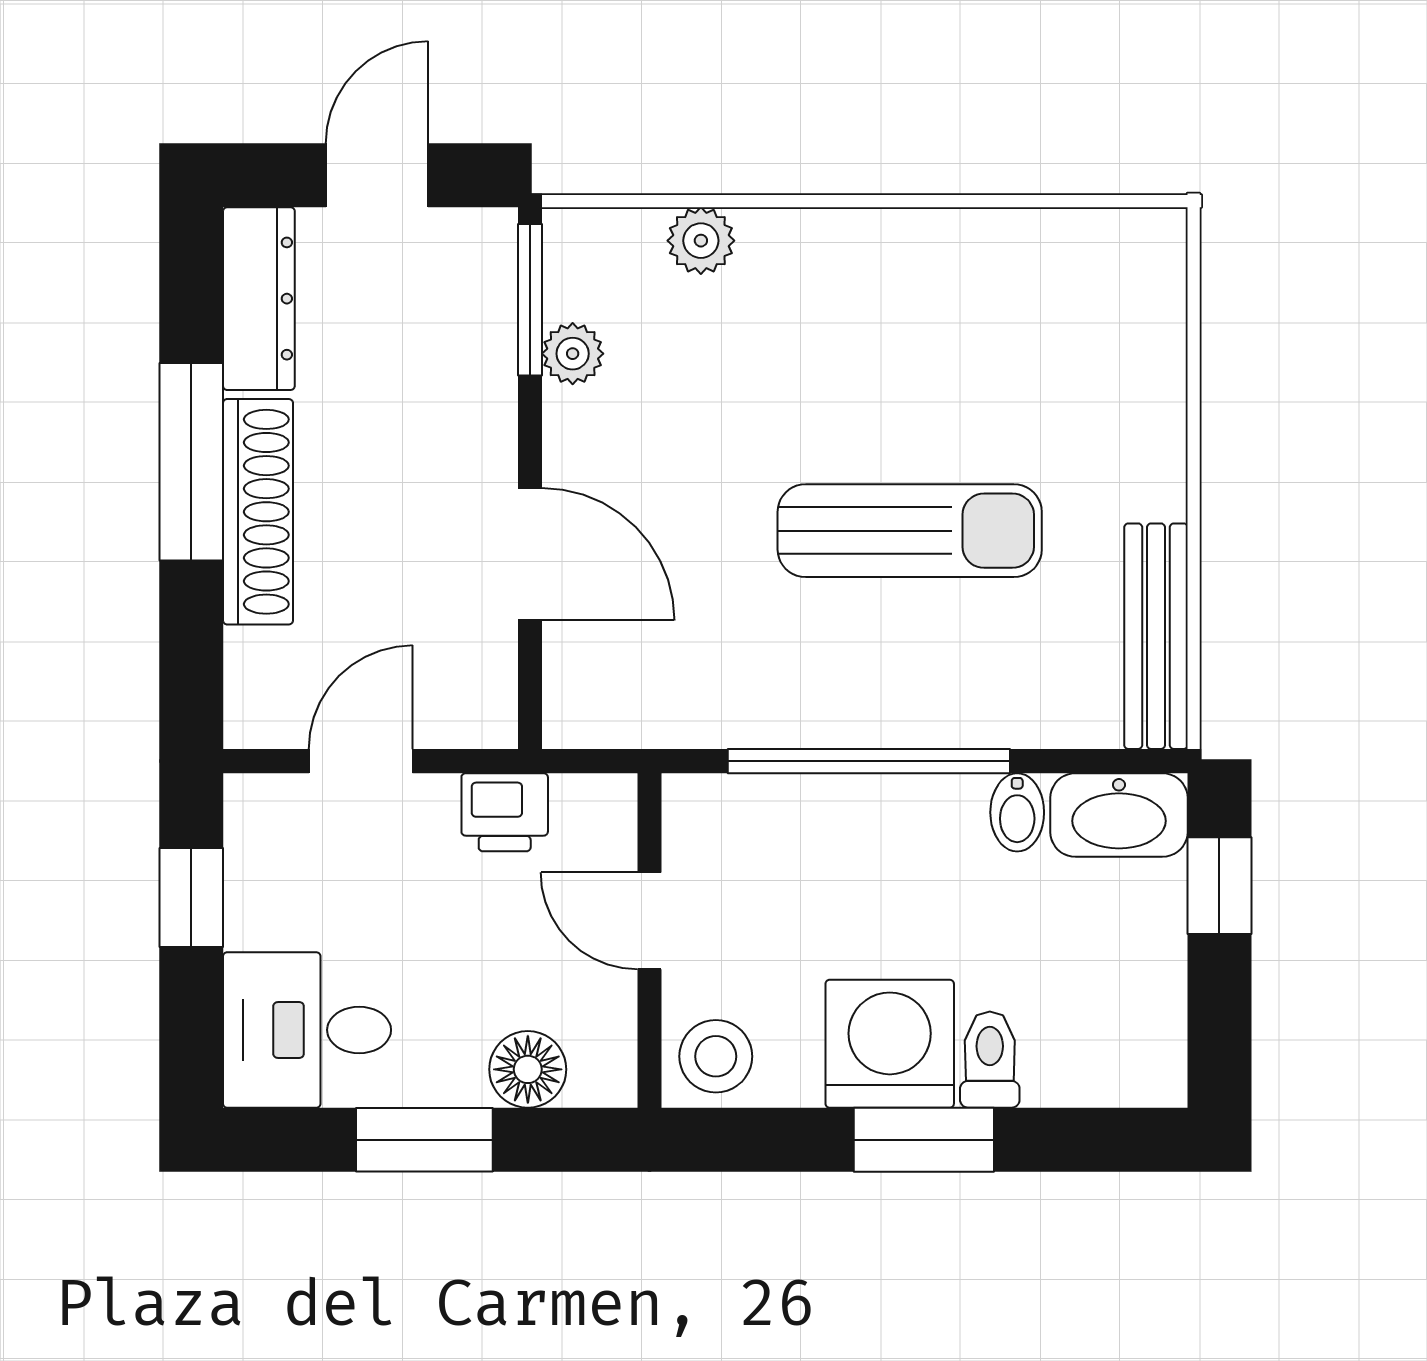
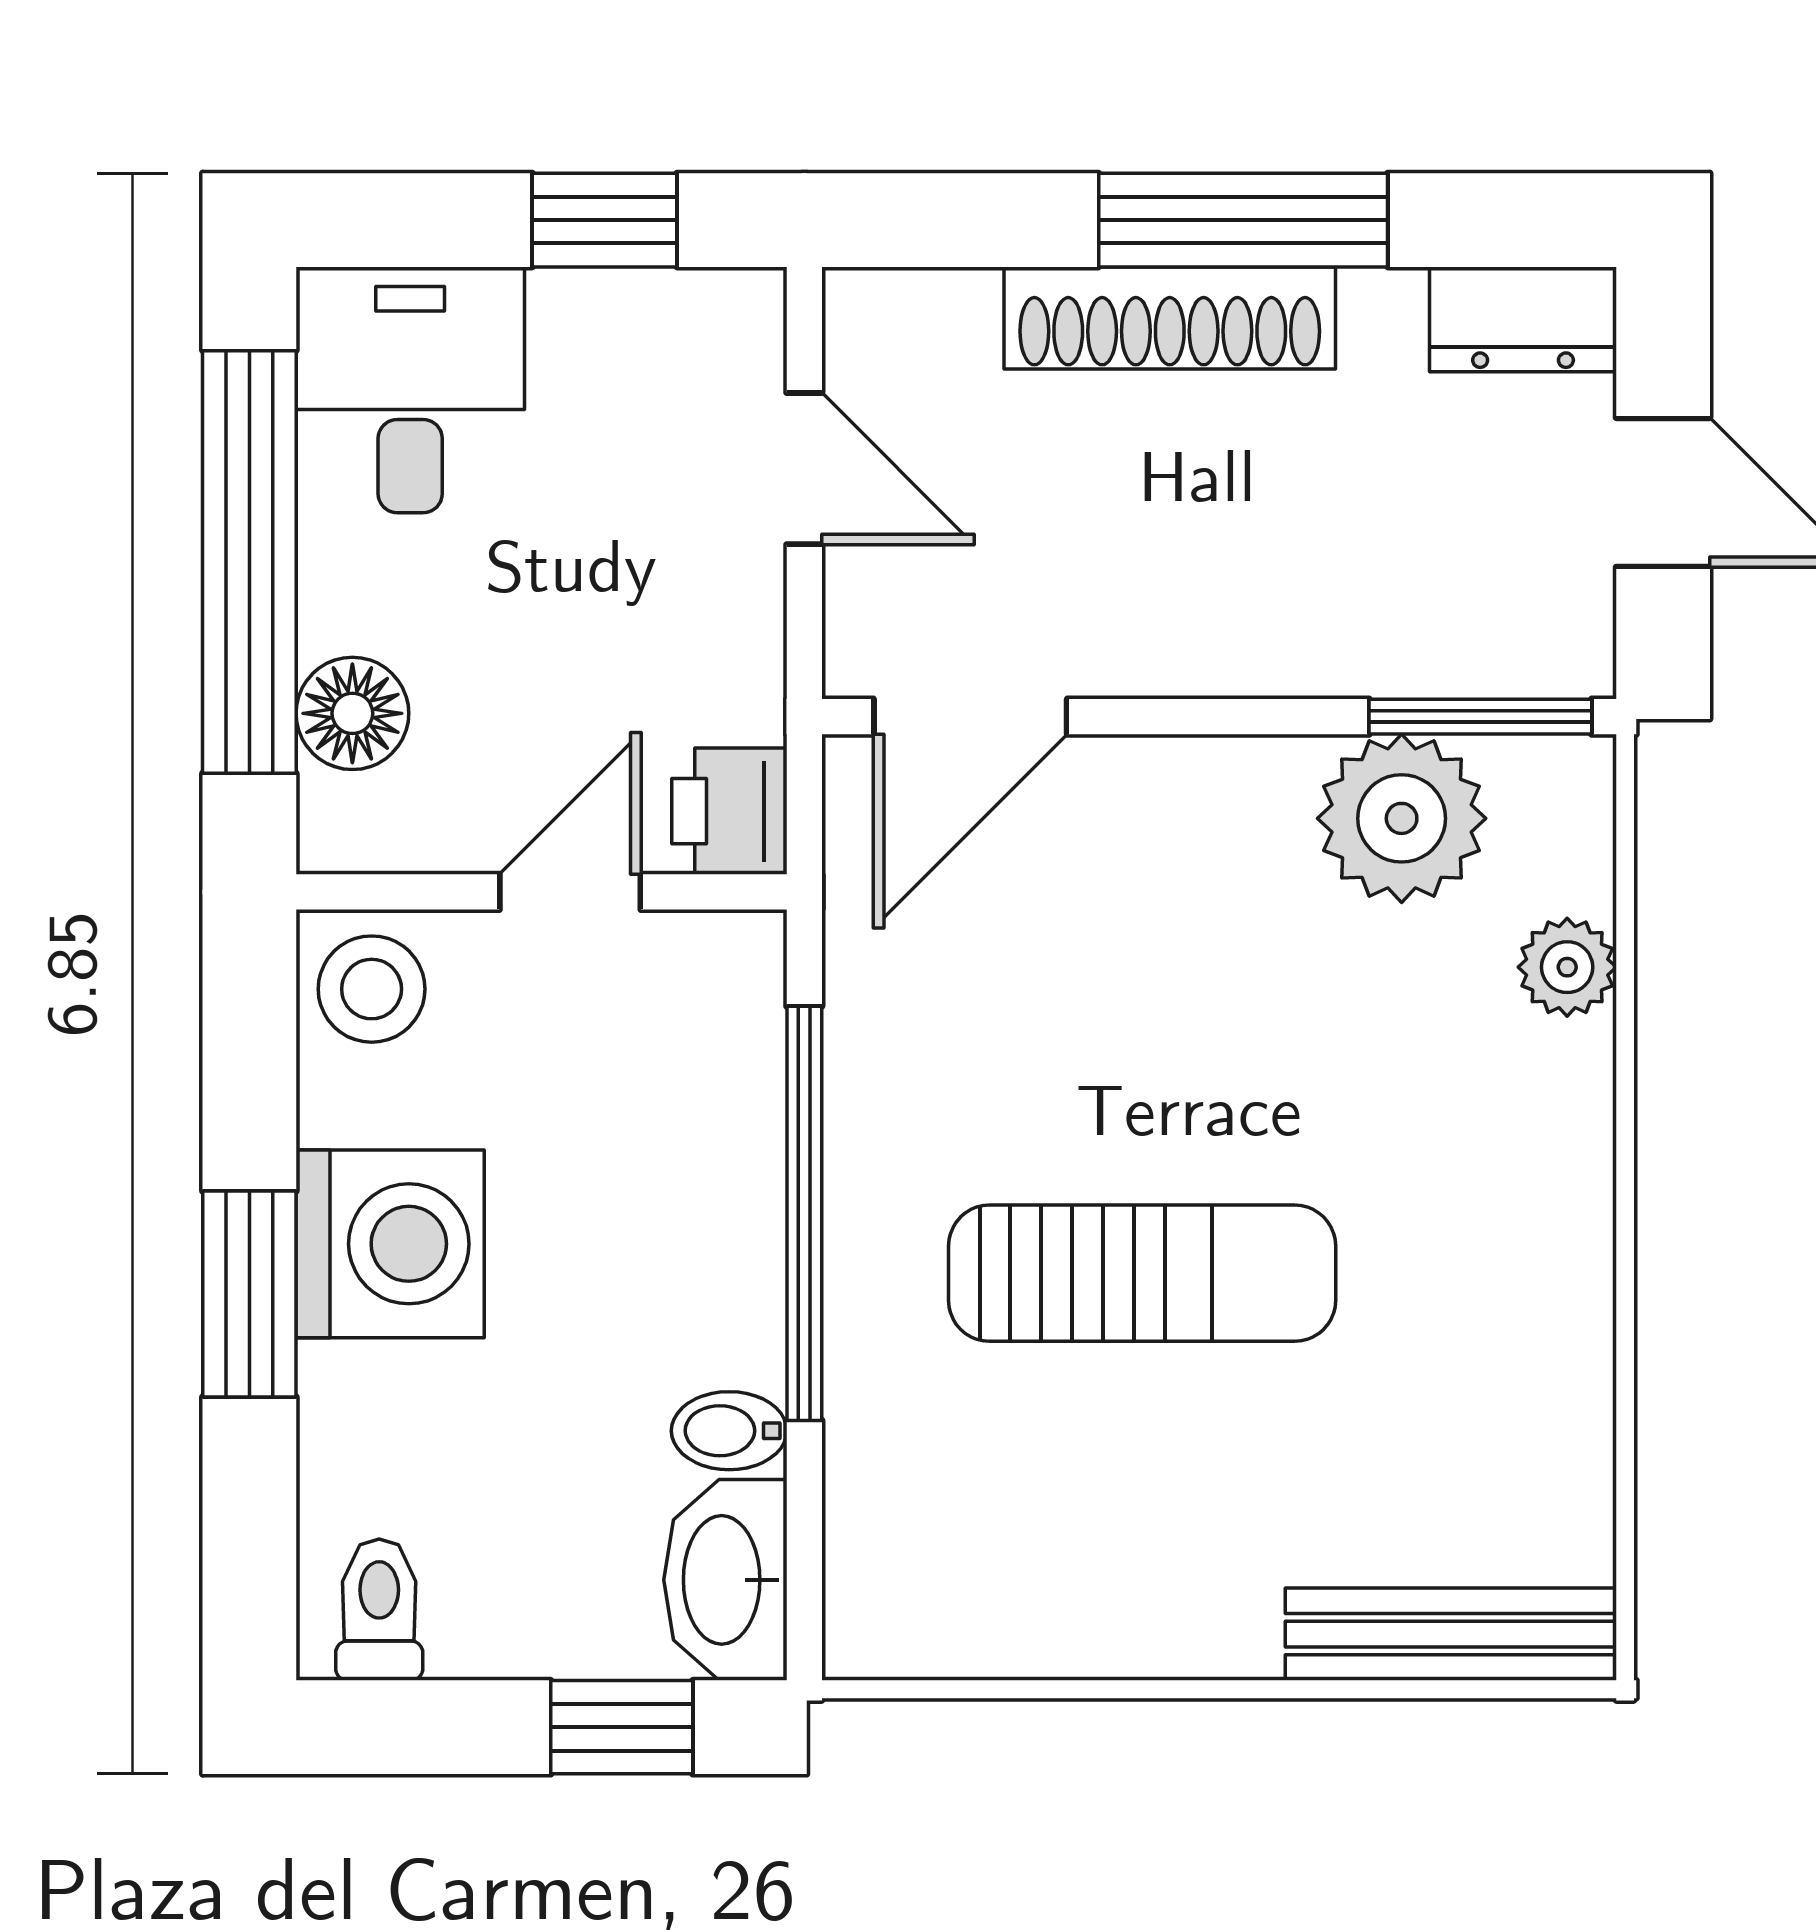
dresser: (259, 299) -> (1523, 319), width x0.70
plant: (573, 354) -> (1402, 818), width x1.87, depth x1.87
sun lounger: (910, 531) -> (1142, 1273), turned -90
door: (530, 554) -> (970, 717), moved
bench: (1156, 636) -> (1451, 1634), moved
printer: (505, 812) -> (729, 811), moved
toilet: (990, 1060) -> (379, 1610), moved, turned -90
window: (424, 1140) -> (249, 562), width x2.11

